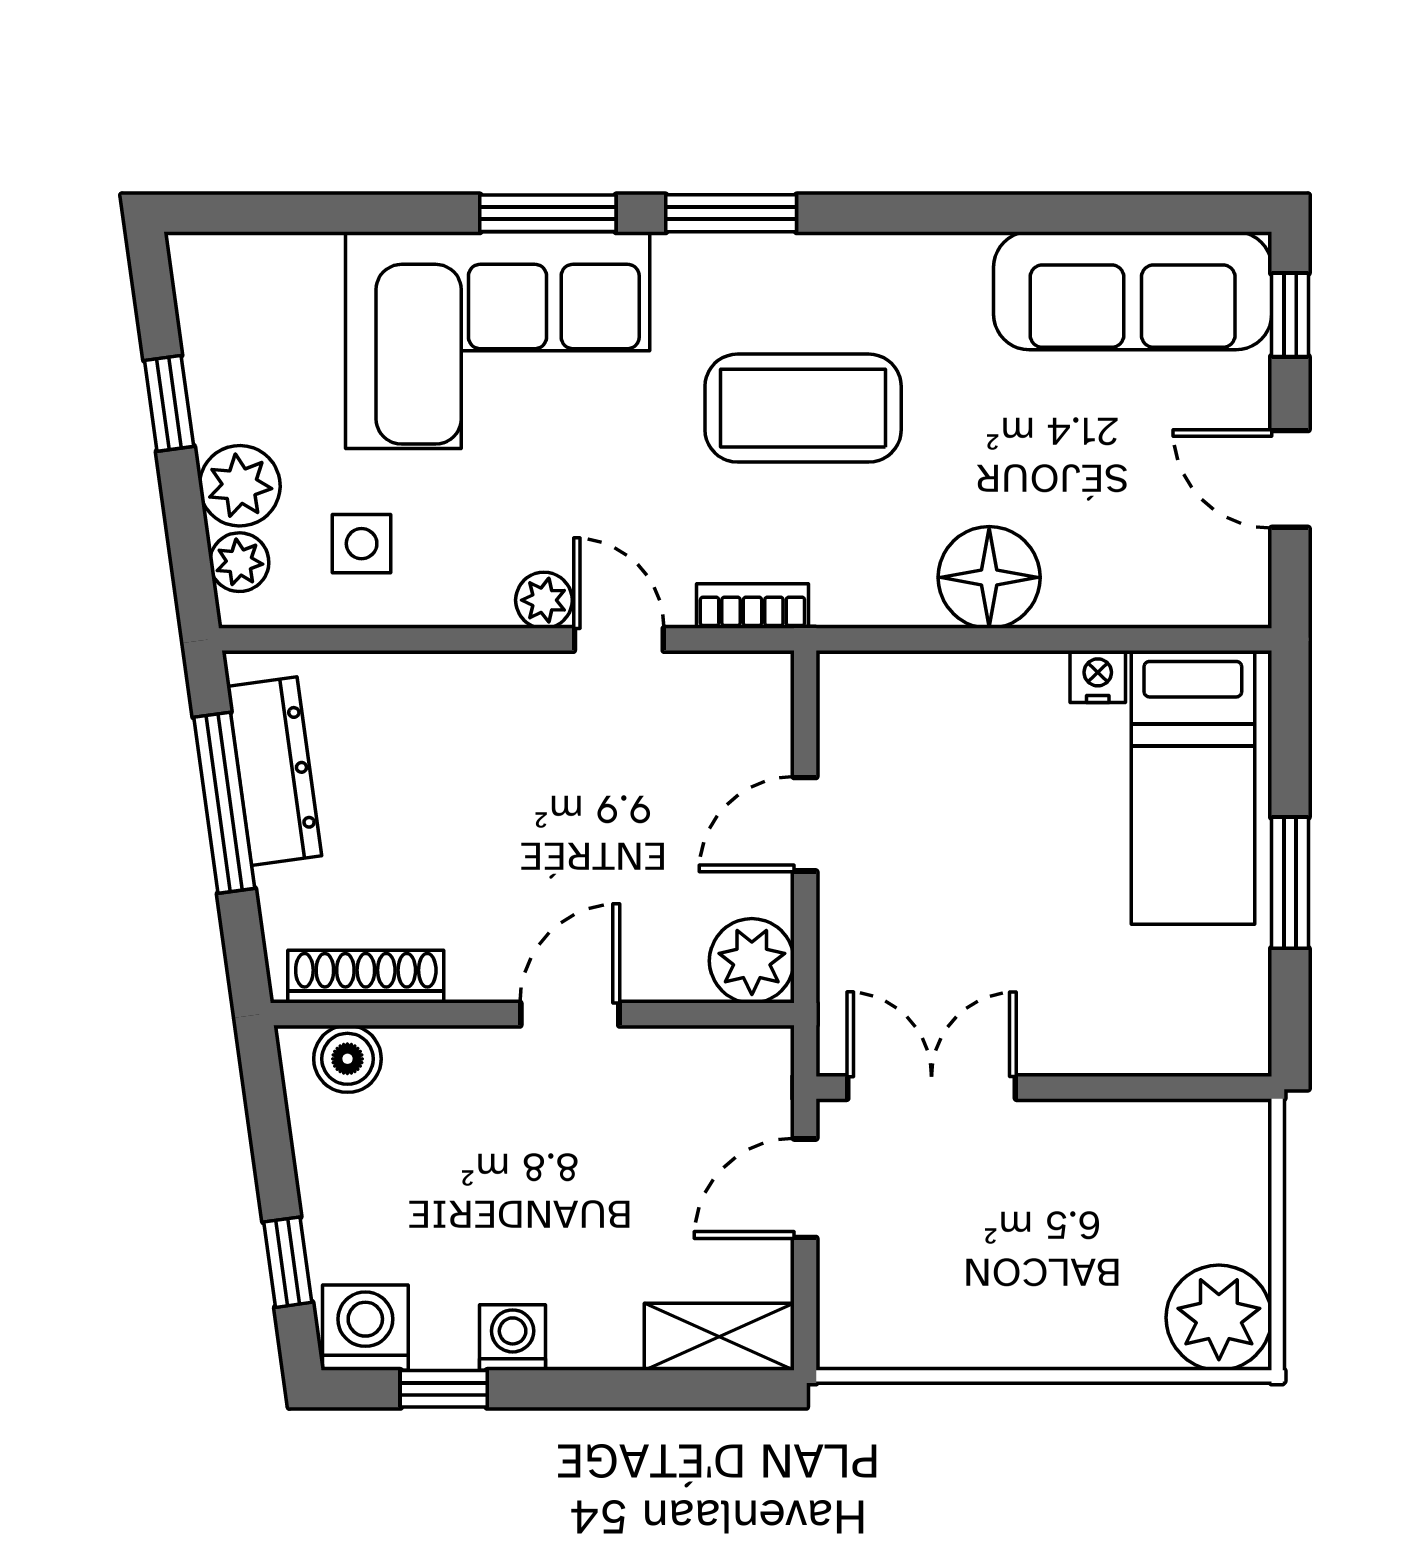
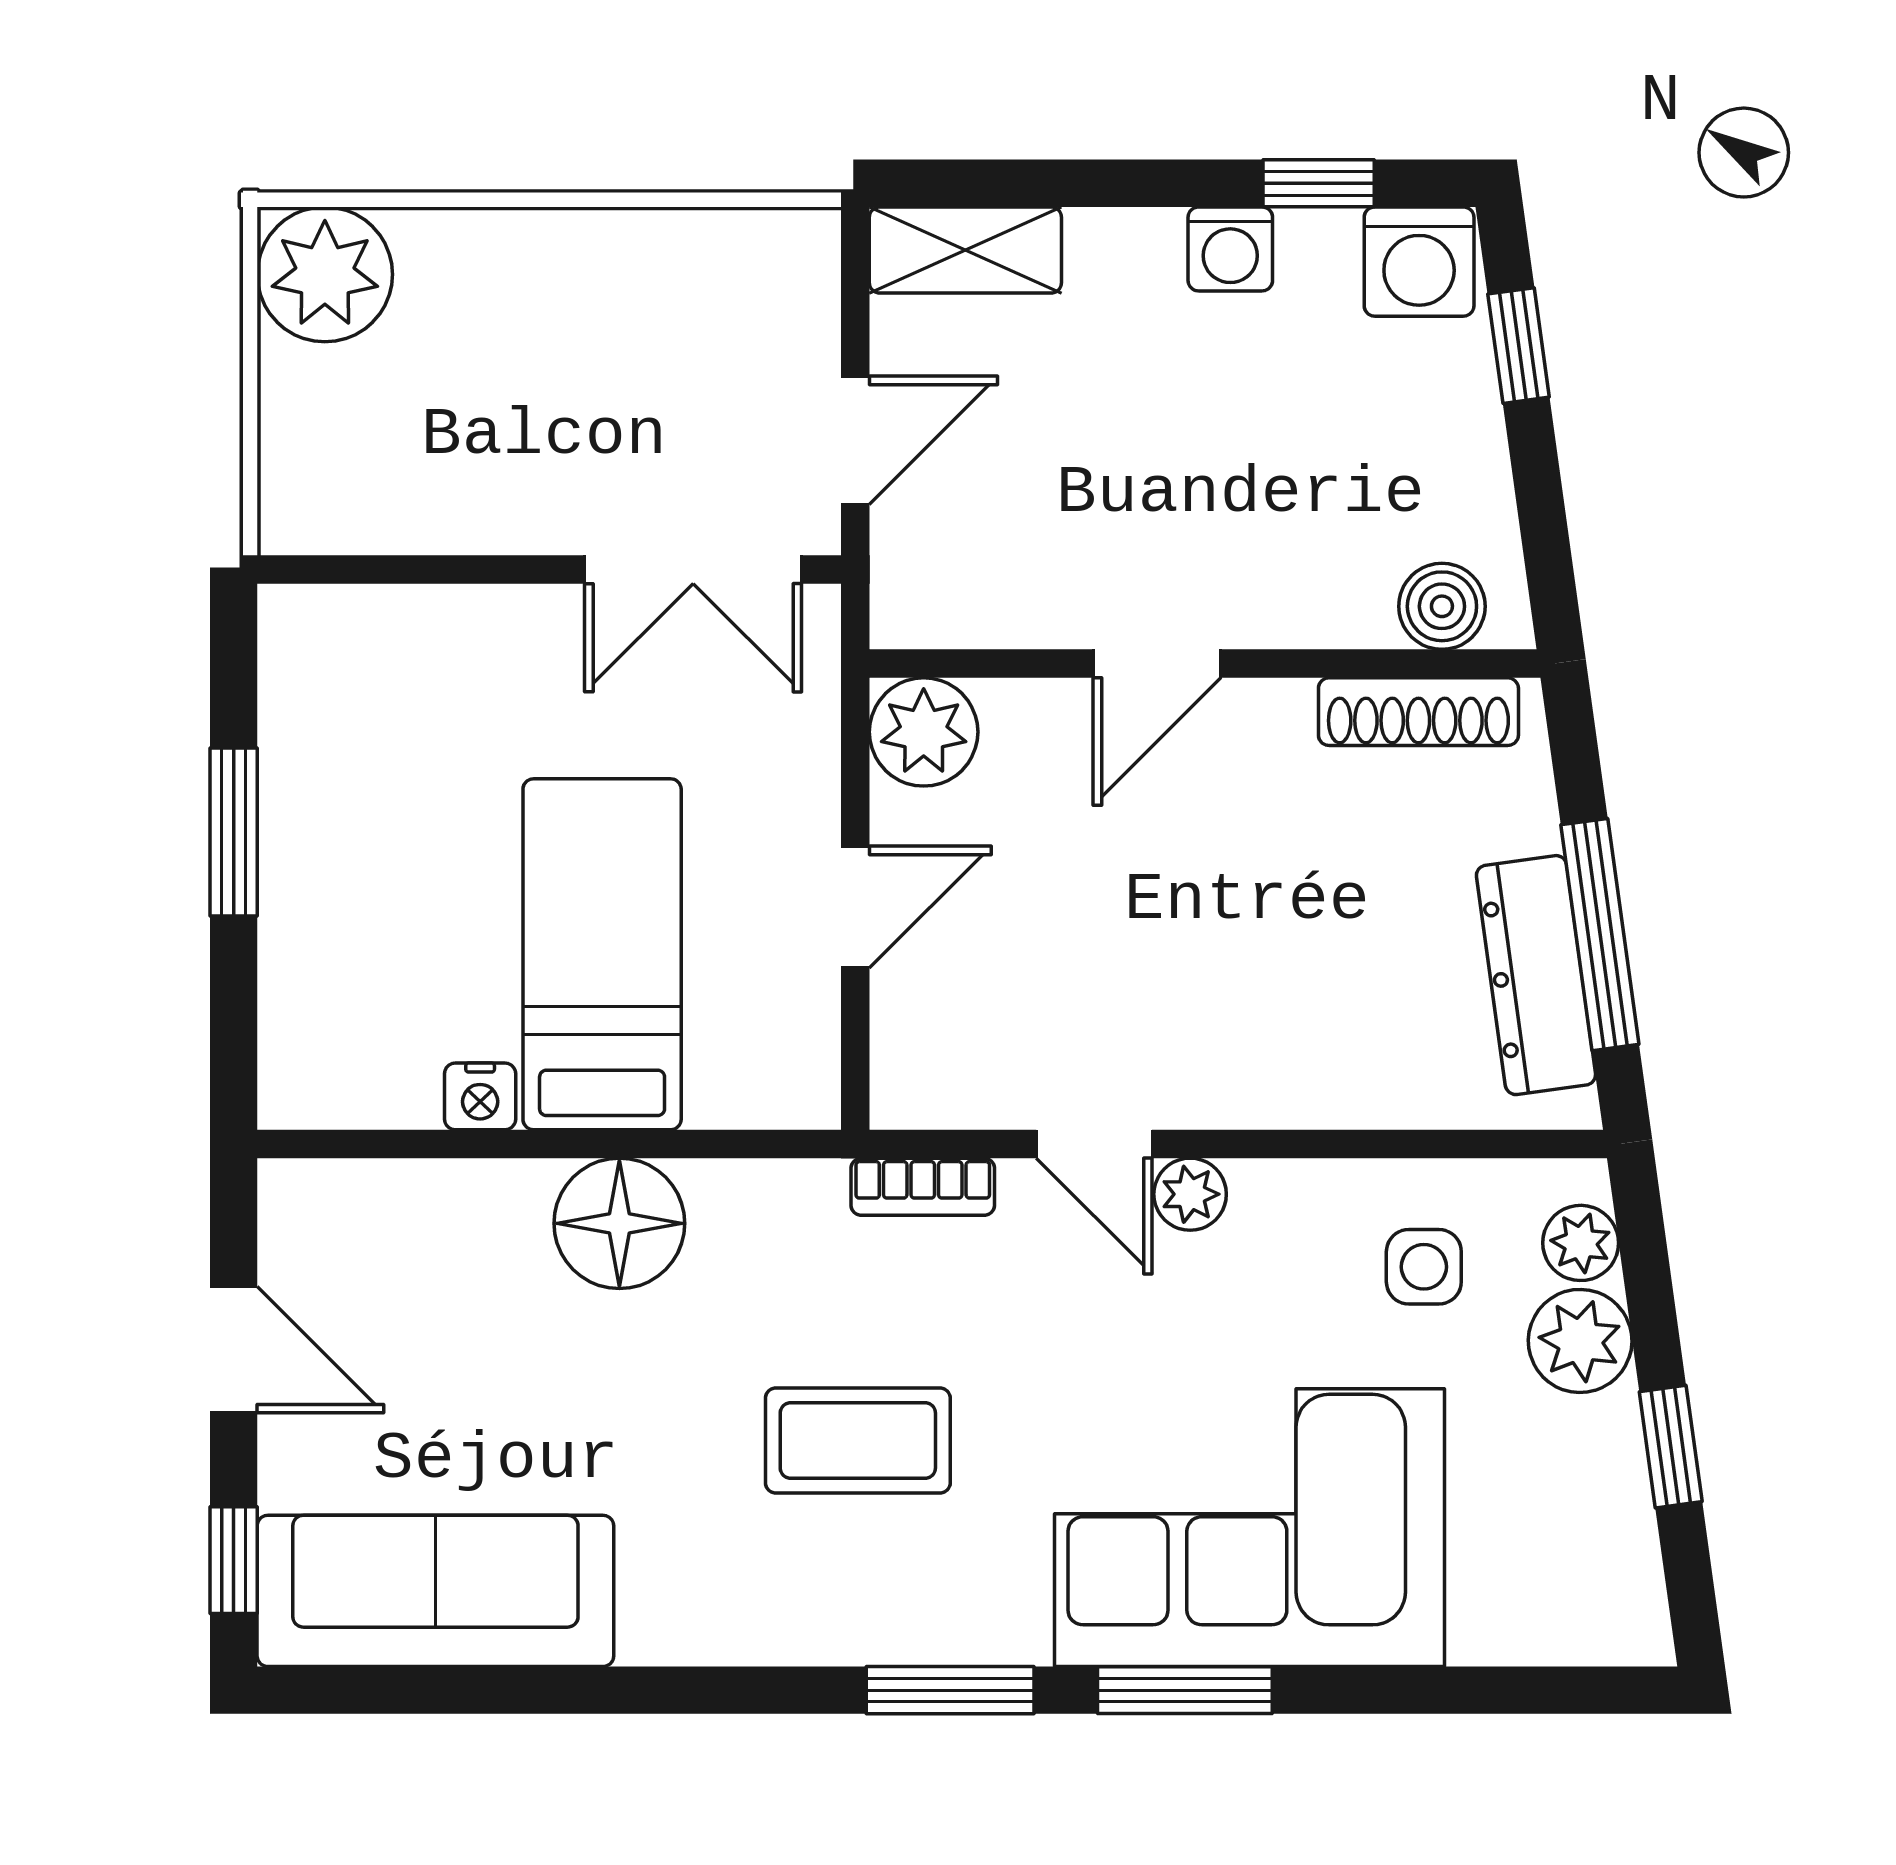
coffee table: (803, 408) -> (858, 1441), width x0.73, depth x0.76
bed: (1193, 787) -> (602, 954), moved

